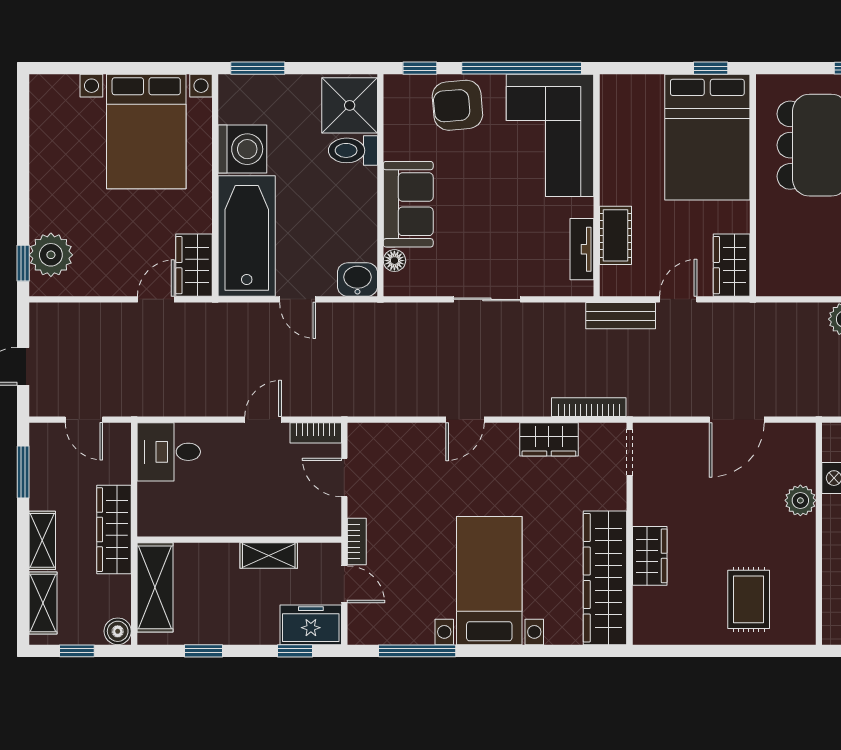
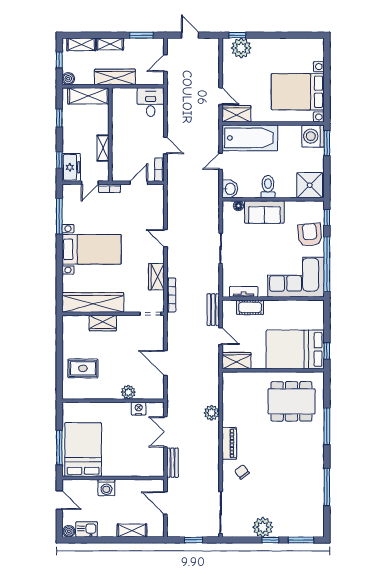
washing machine: (242, 149) -> (313, 136), moved, turned 90
toilet: (353, 150) -> (268, 187), moved

